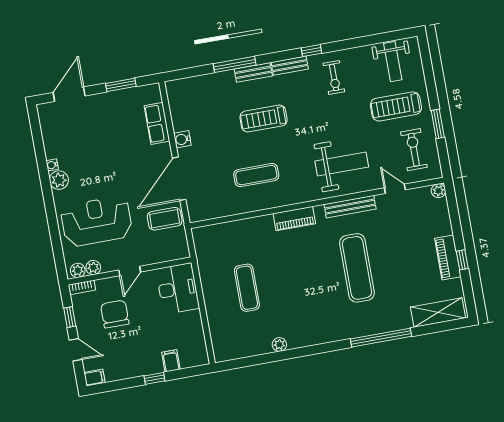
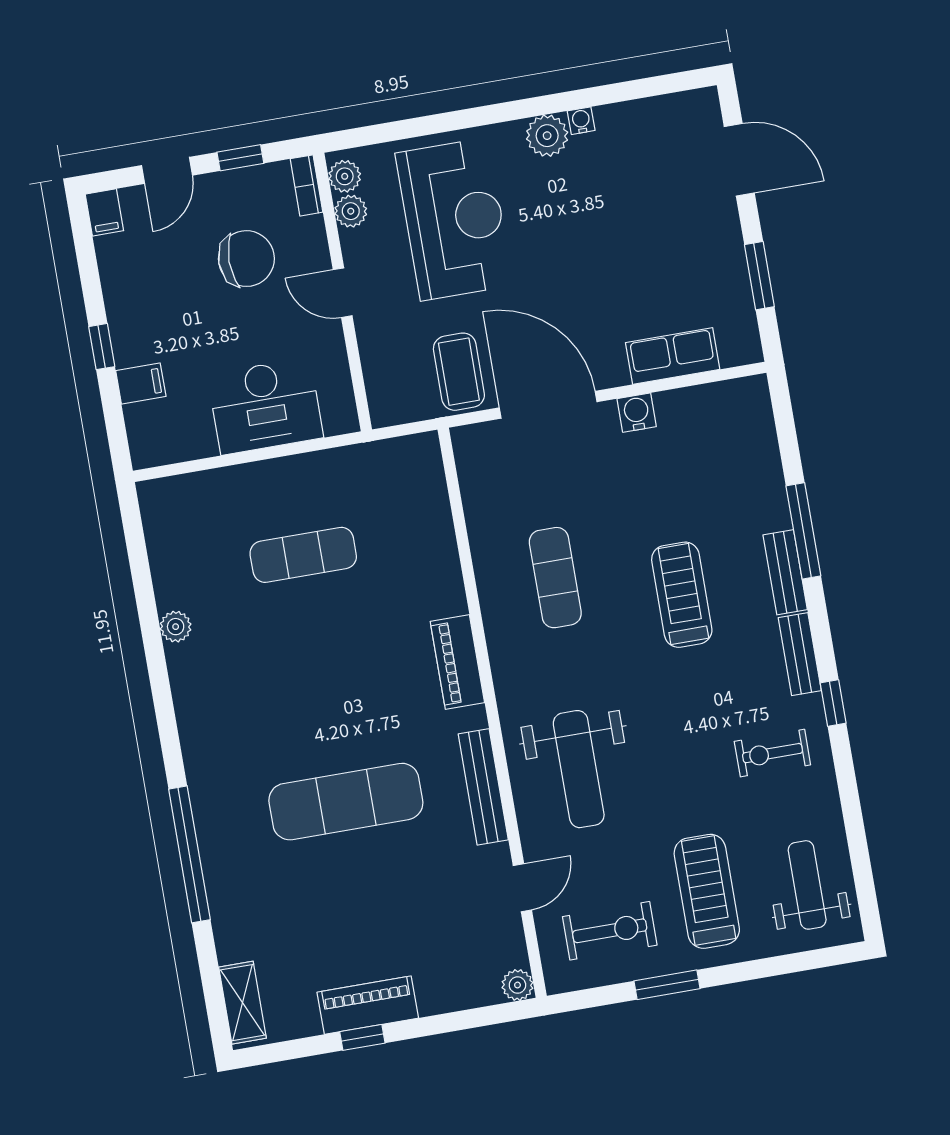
weight bench: (393, 62) -> (807, 885), turned 90
desk: (178, 289) -> (265, 406), moved
shelving: (438, 312) -> (242, 1003), width x0.67, depth x0.75

